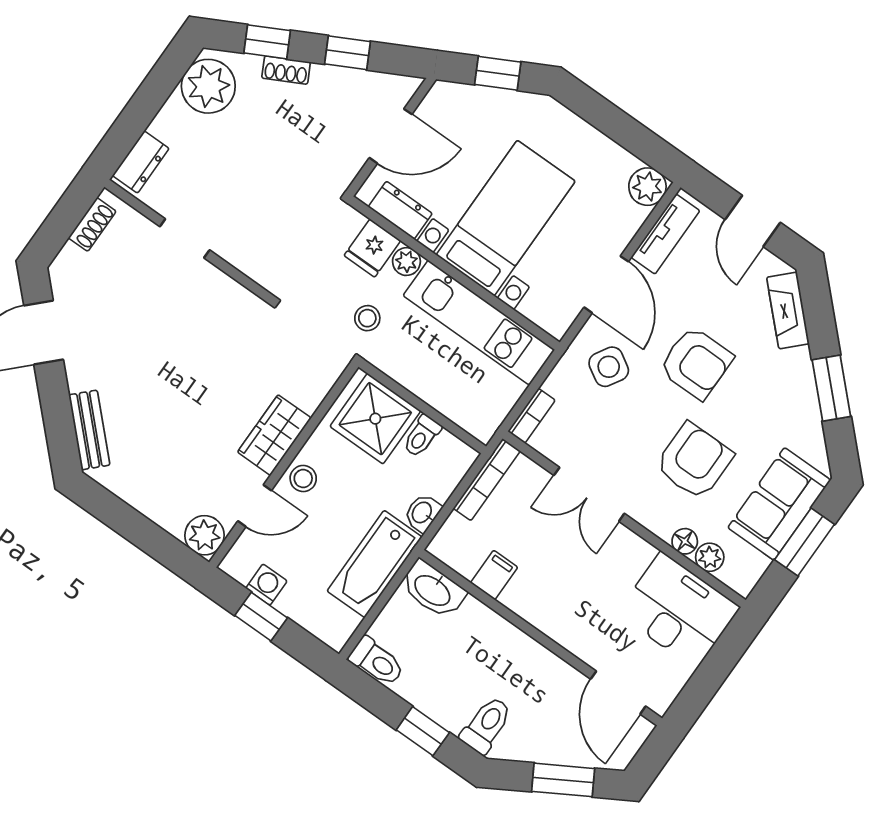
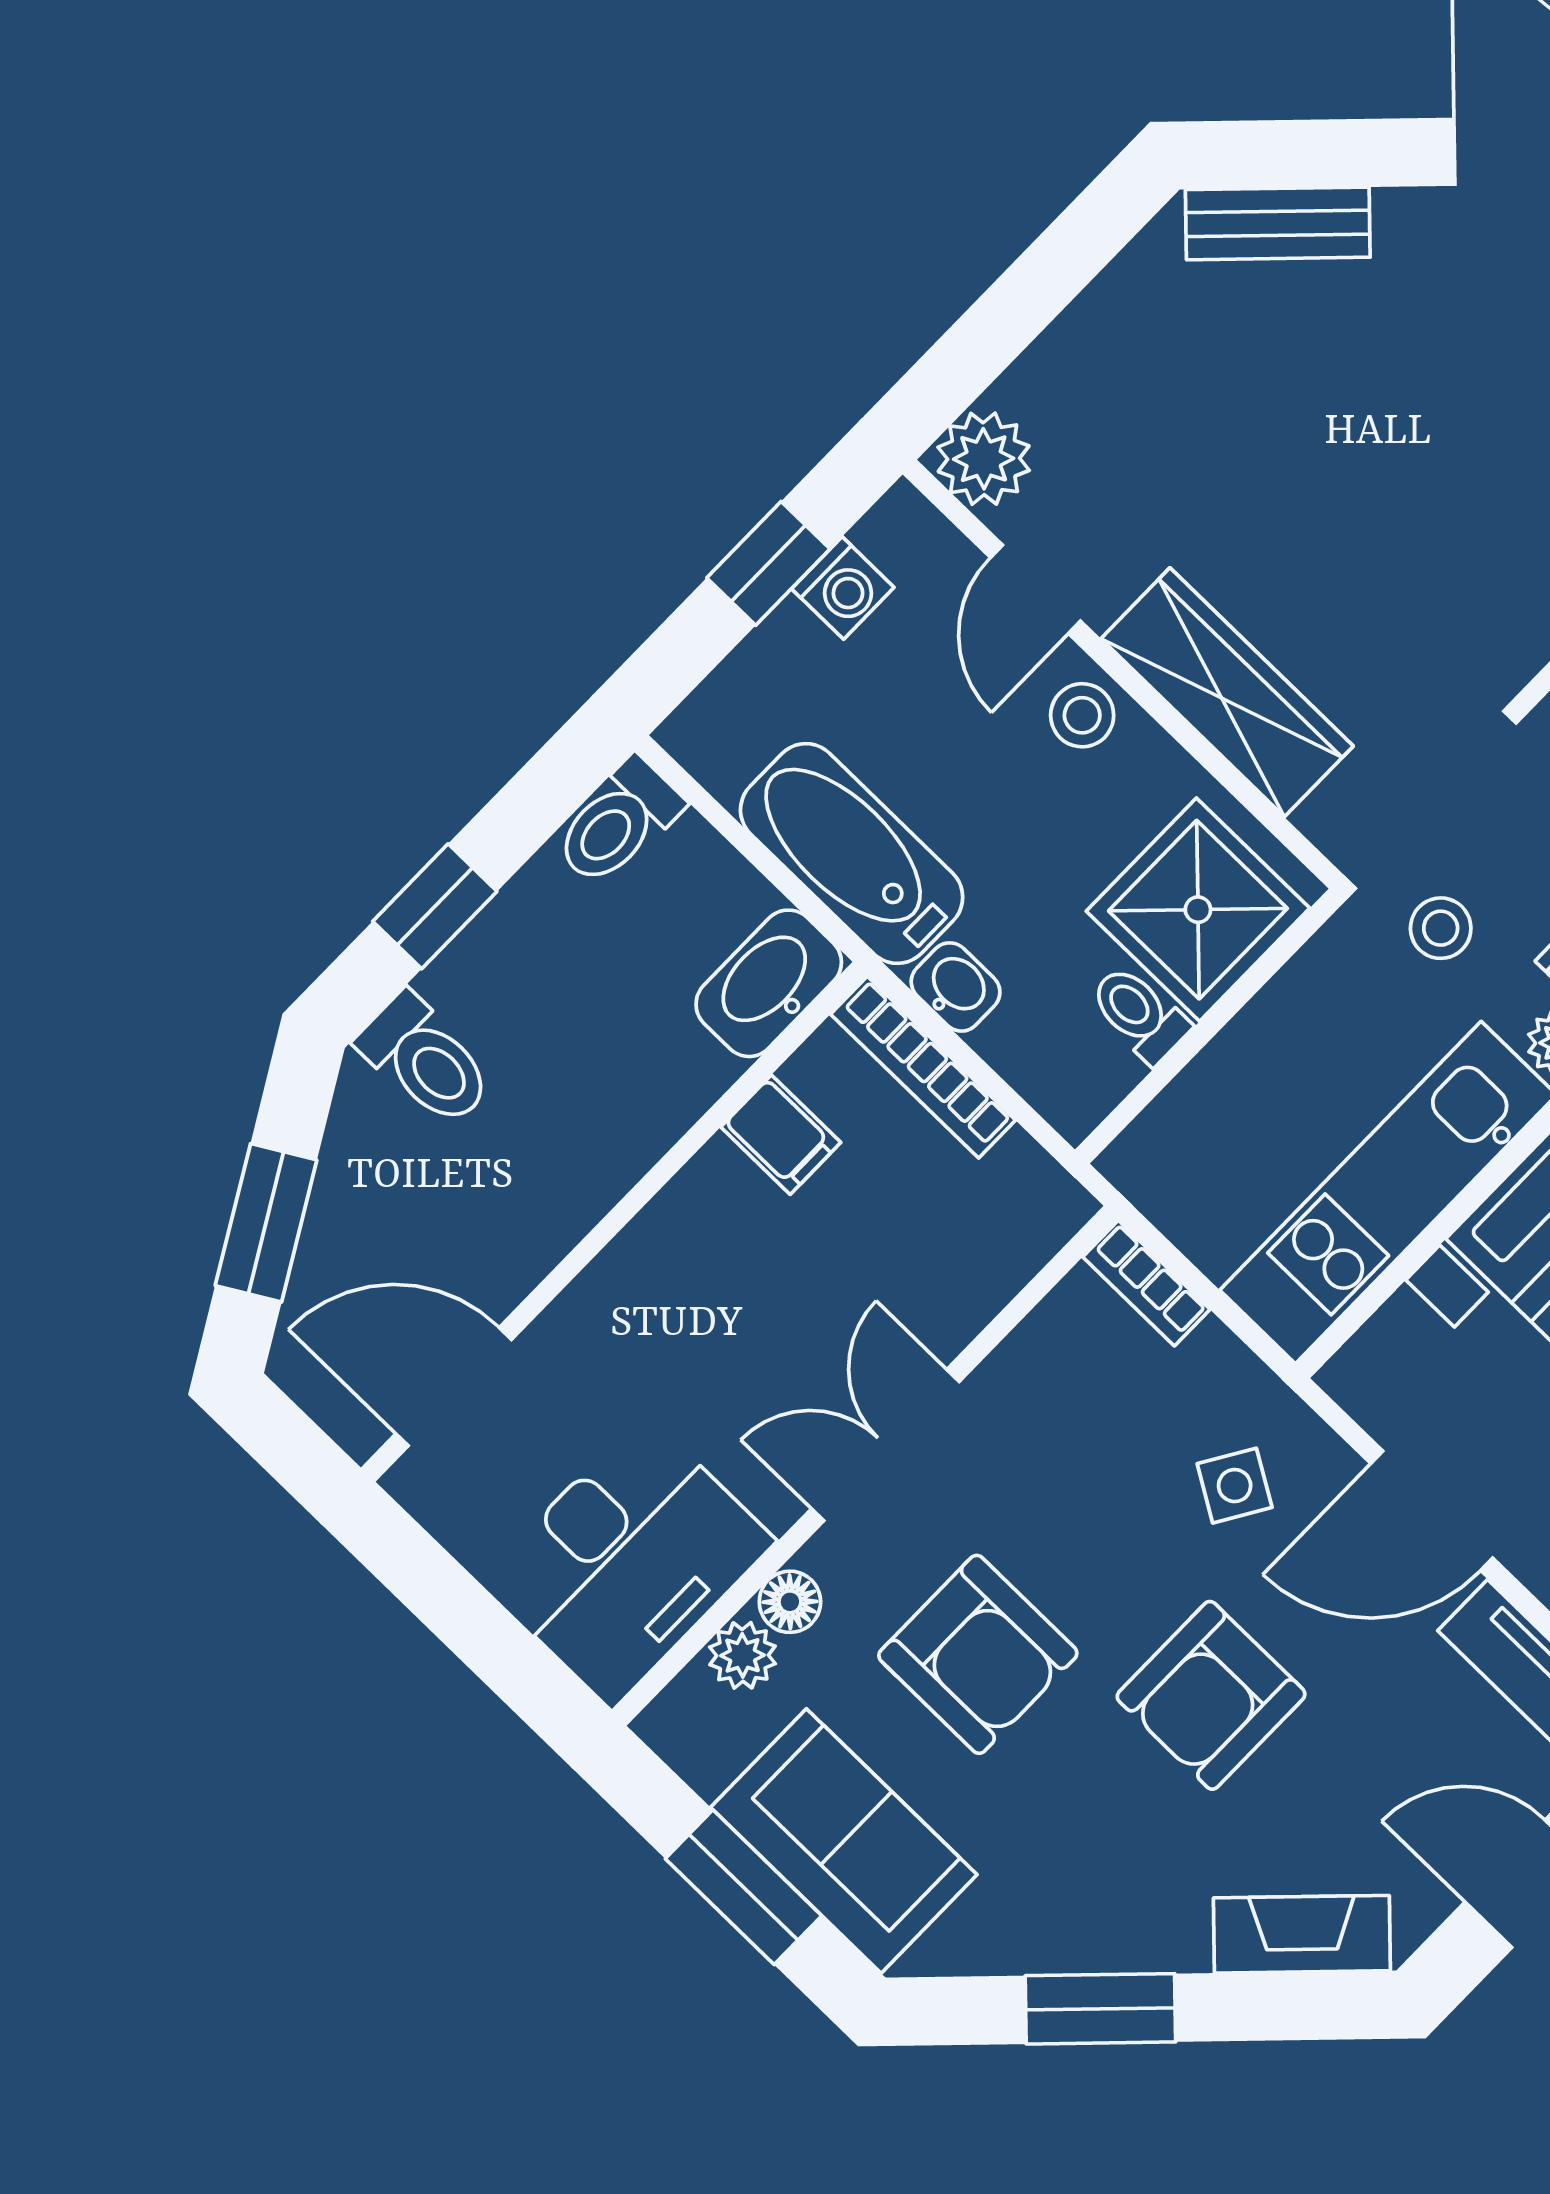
side table: (609, 367) -> (1235, 1486), width x0.73, depth x0.73
wardrobe: (274, 435) -> (1227, 692), width x1.50
bookcase: (487, 480) -> (923, 1067), moved
double door: (589, 494) -> (885, 1445), moved

